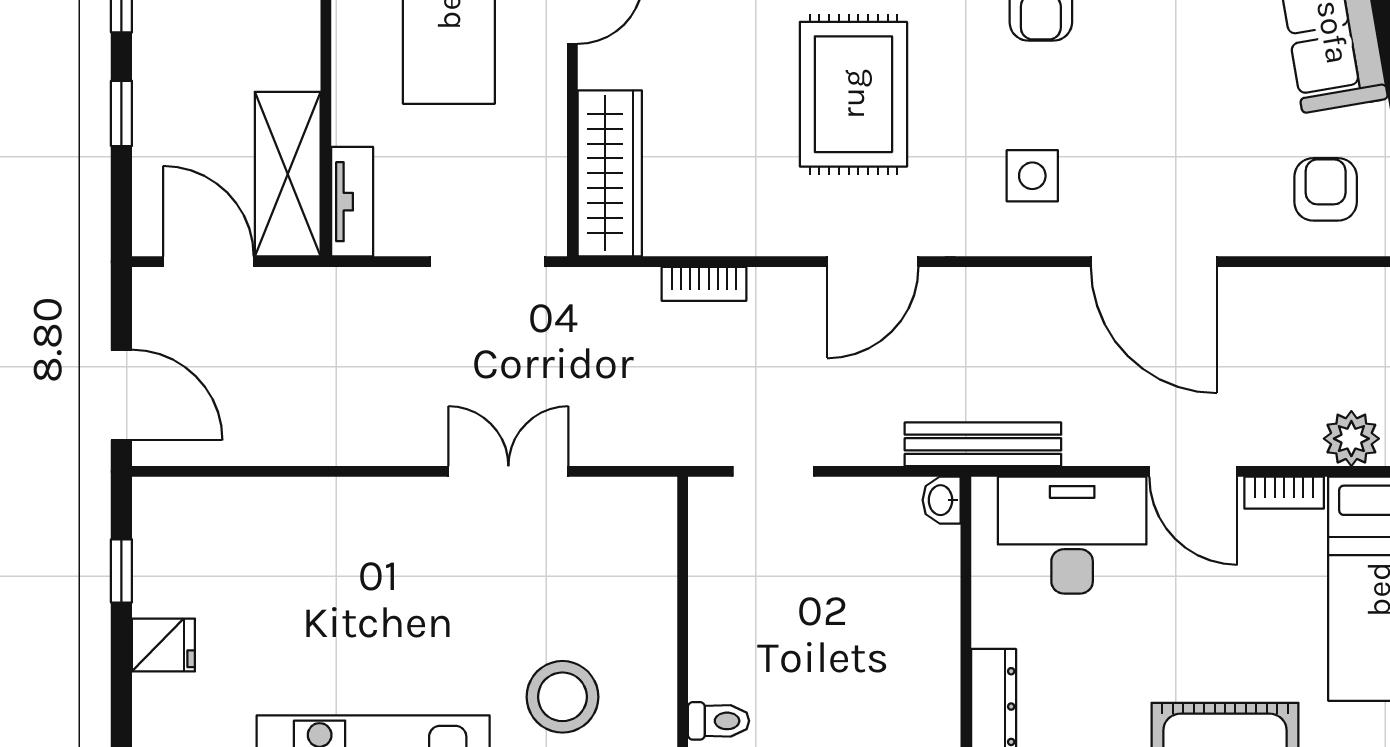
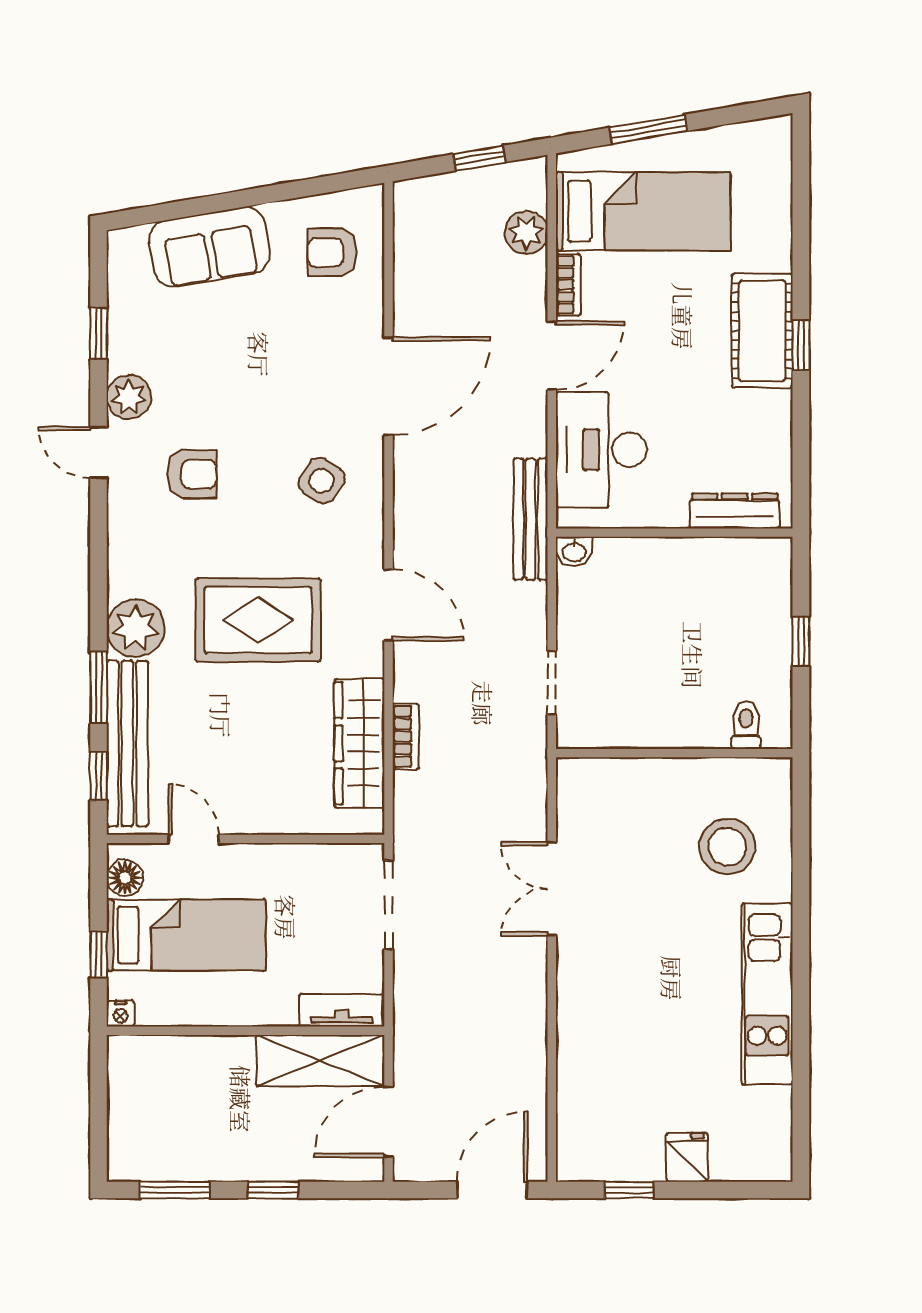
wardrobe: (610, 173) -> (359, 743), moved, turned -90
side table: (1032, 176) -> (322, 481), turned 35

